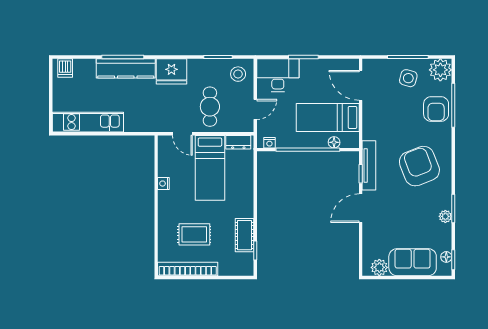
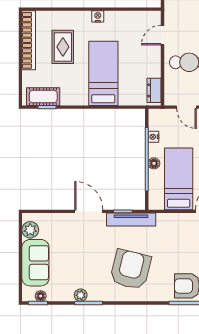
floor lamp: (334, 142) -> (154, 163), moved
nightstand: (269, 143) -> (154, 137), moved
armchair: (419, 166) -> (130, 269), turned -55
bed: (210, 168) -> (103, 73), moved, turned 90
nightstand: (163, 184) -> (98, 16), moved
cot: (245, 235) -> (43, 97), moved

